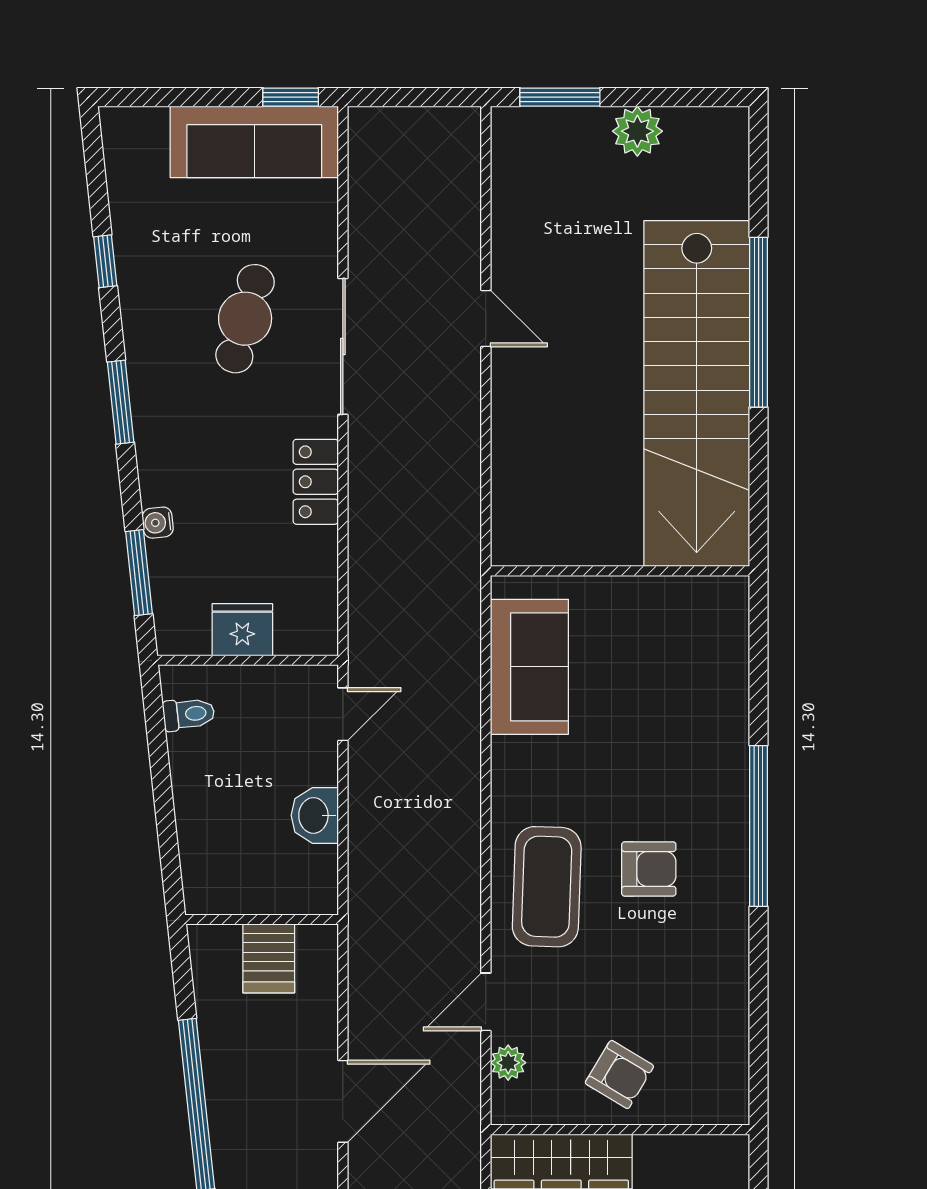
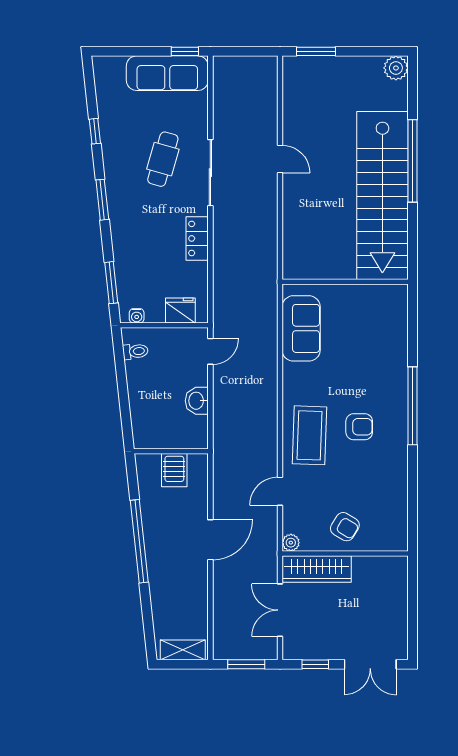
plant: (637, 131) -> (396, 68), moved
water cooler: (158, 523) -> (137, 316), moved, turned -84
fridge: (242, 630) -> (180, 310), moved
plant: (508, 1063) -> (291, 543), moved

